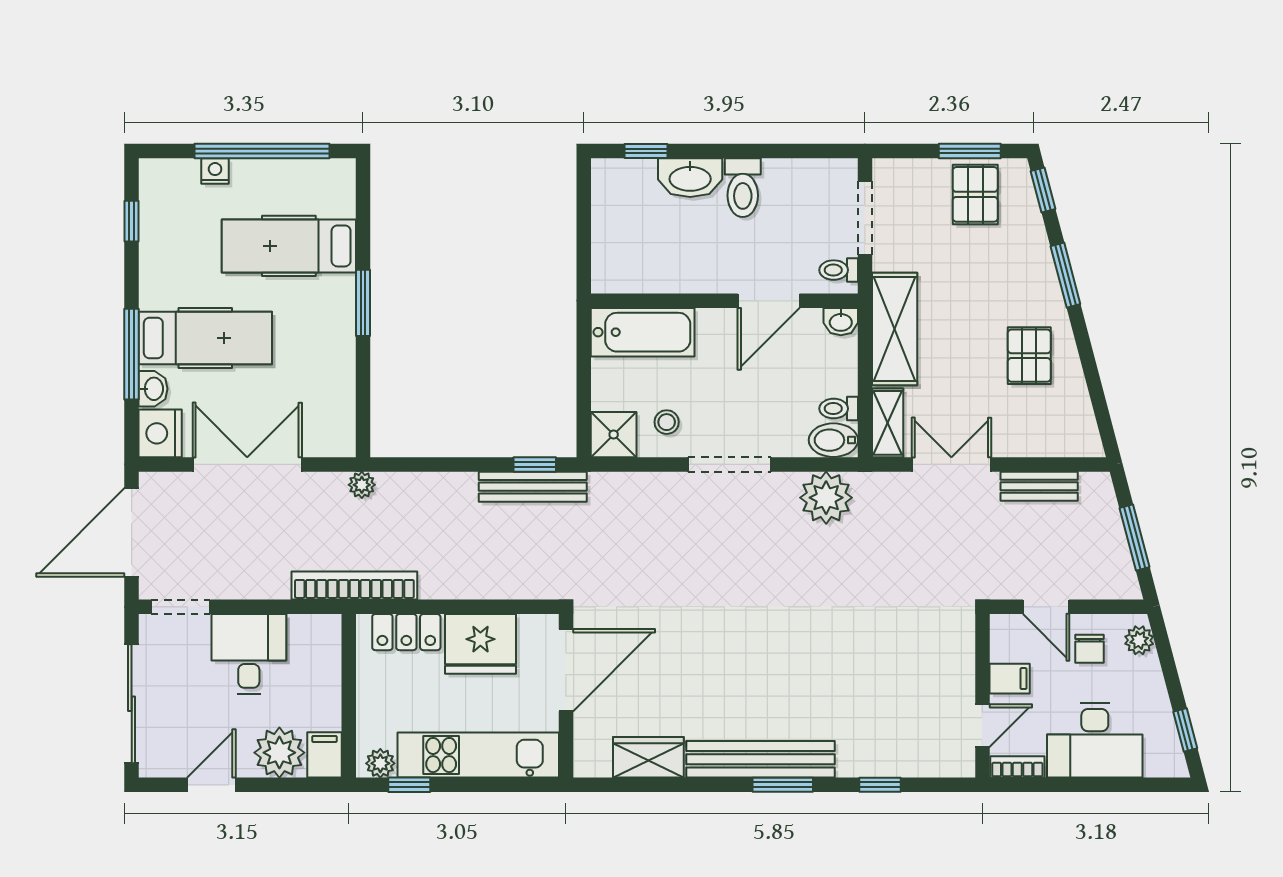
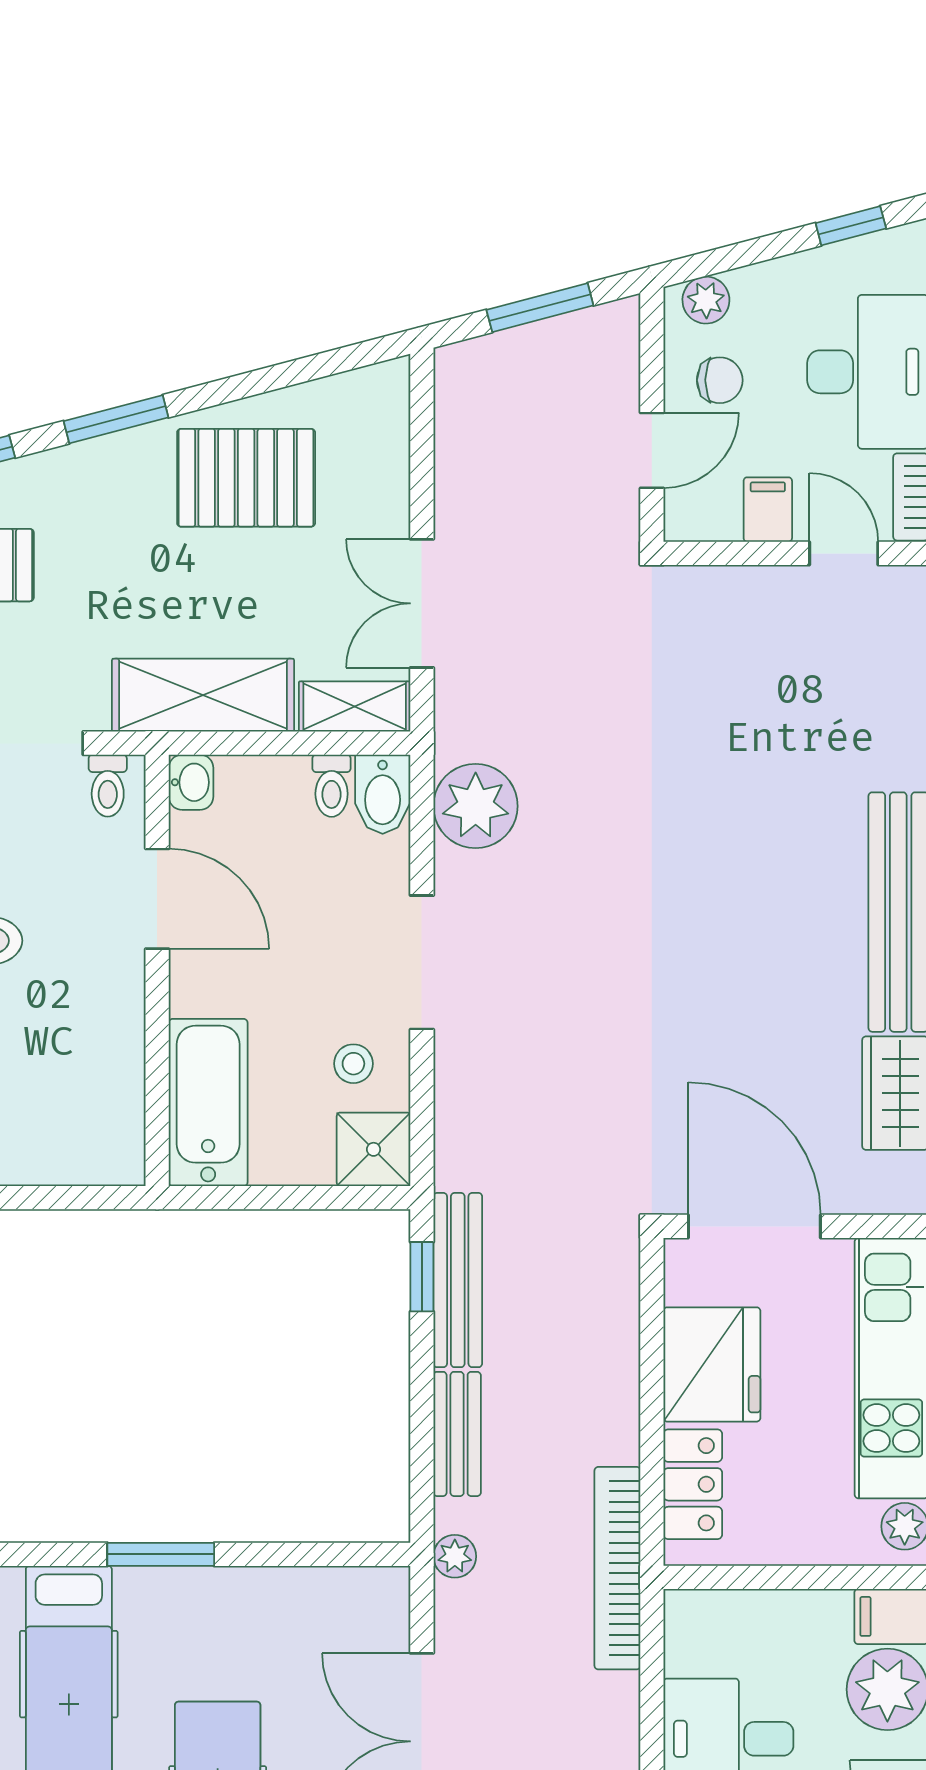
pallet: (1029, 356) -> (246, 478), width x1.50, depth x1.42
bench: (1039, 486) -> (457, 1434), moved

